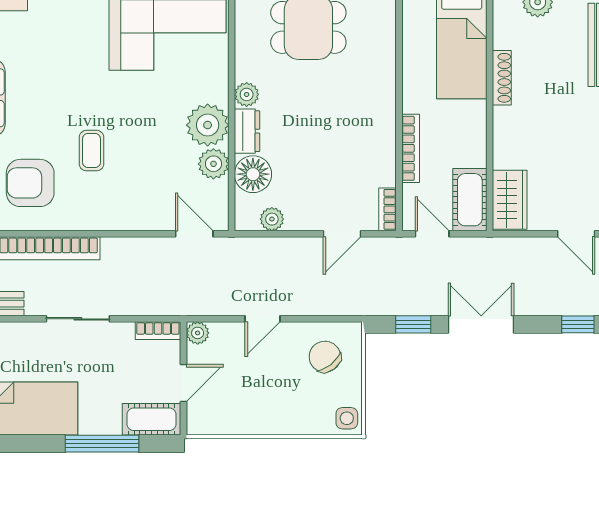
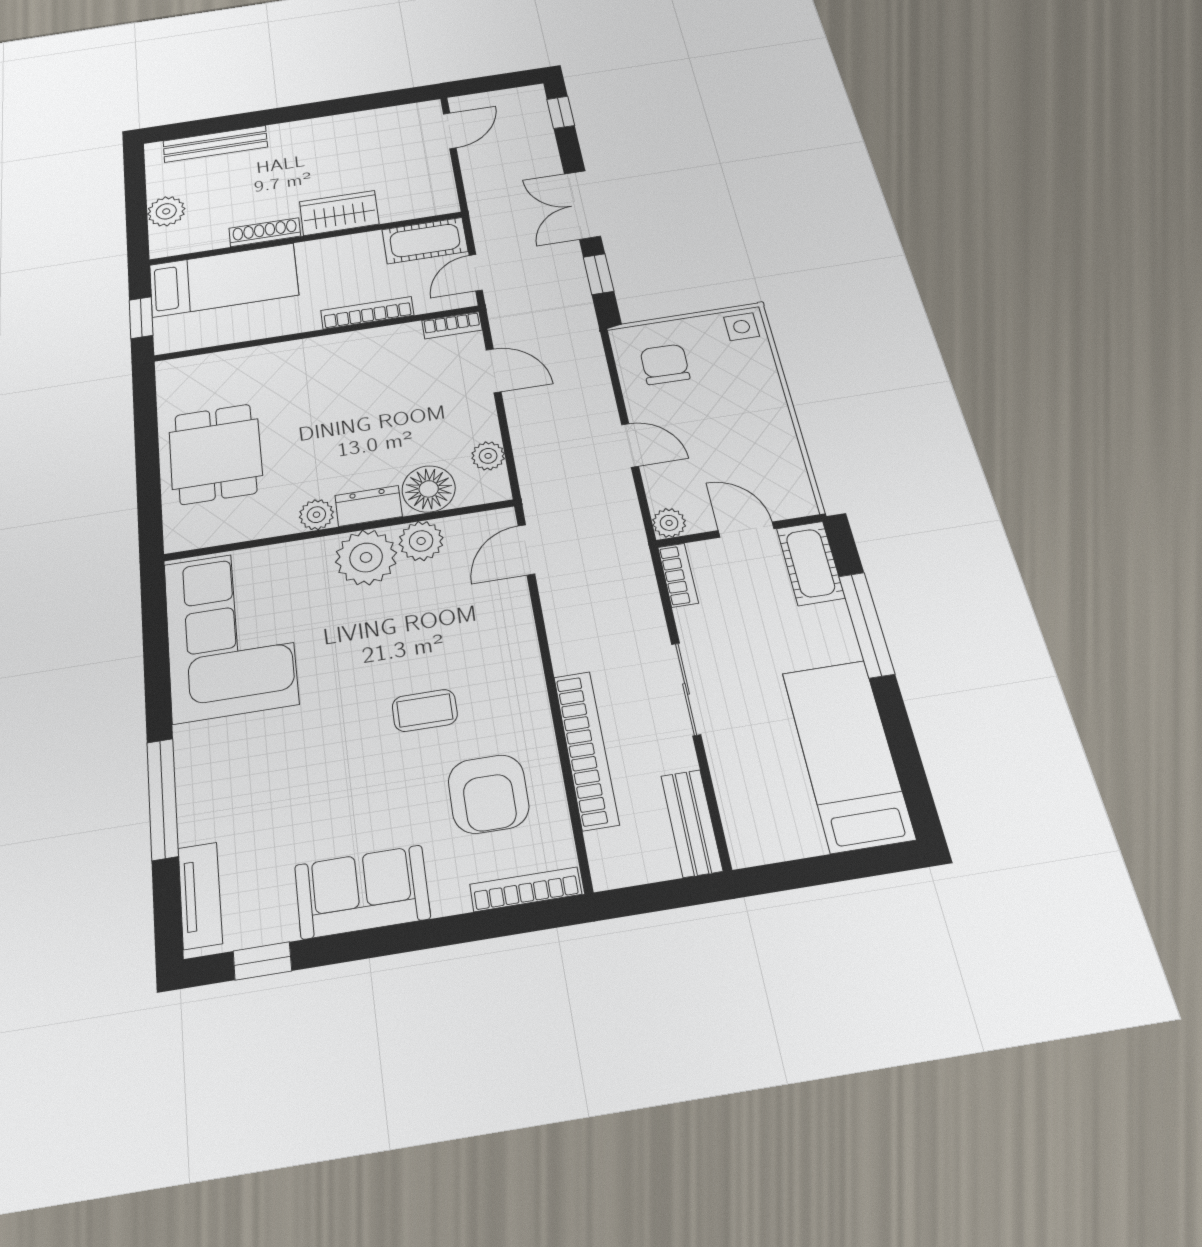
wardrobe: (510, 200) -> (339, 213), moved
chair: (325, 357) -> (665, 364), turned 129

